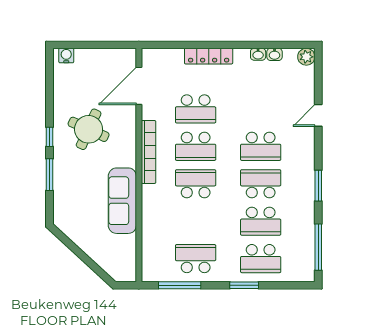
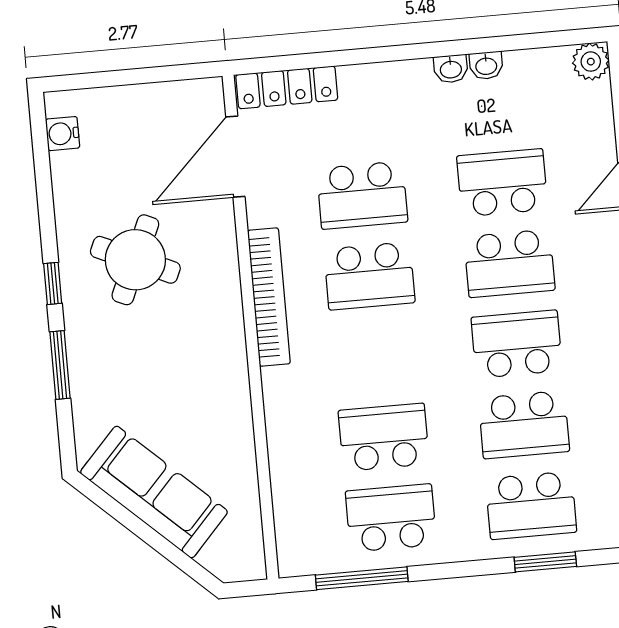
washbasin: (275, 54) -> (451, 69), moved
water cooler: (66, 56) -> (63, 134), moved, turned -90
locker: (209, 56) -> (287, 87), moved
school desk: (261, 109) -> (502, 183), added
school desk: (196, 184) -> (384, 437), moved
sofa: (122, 201) -> (154, 492), moved, turned 133
window: (244, 285) -> (545, 562), moved

